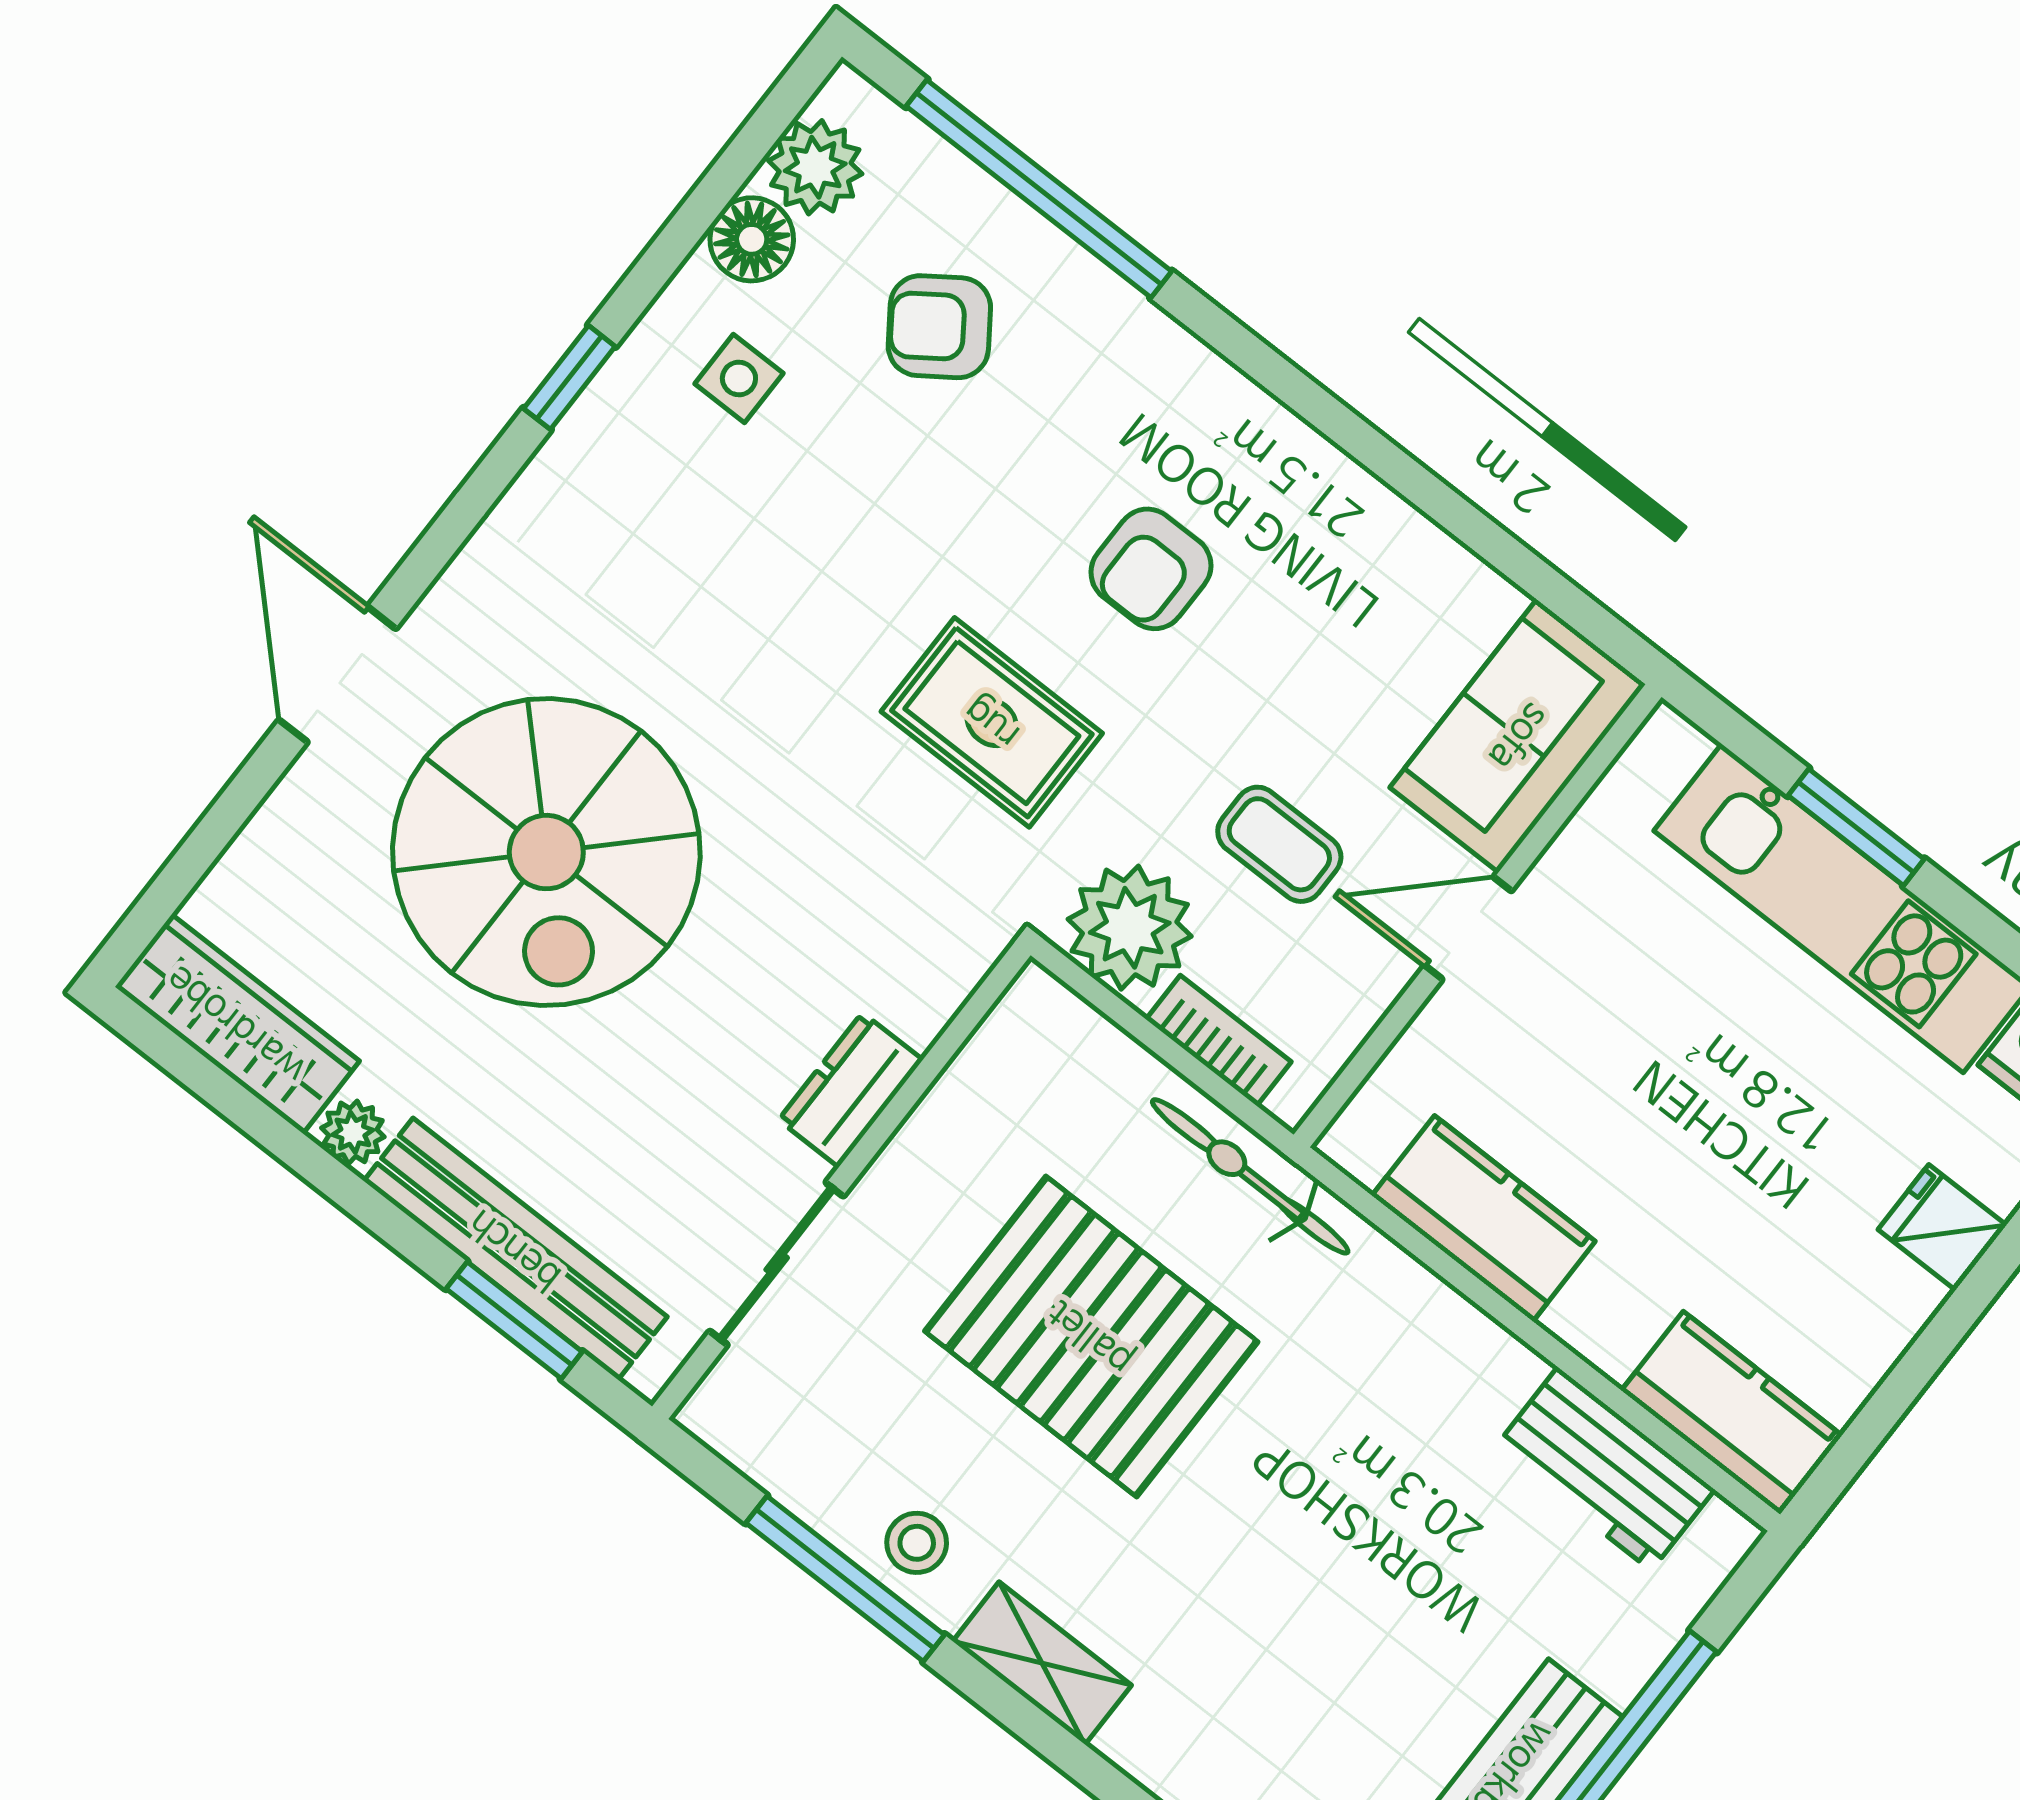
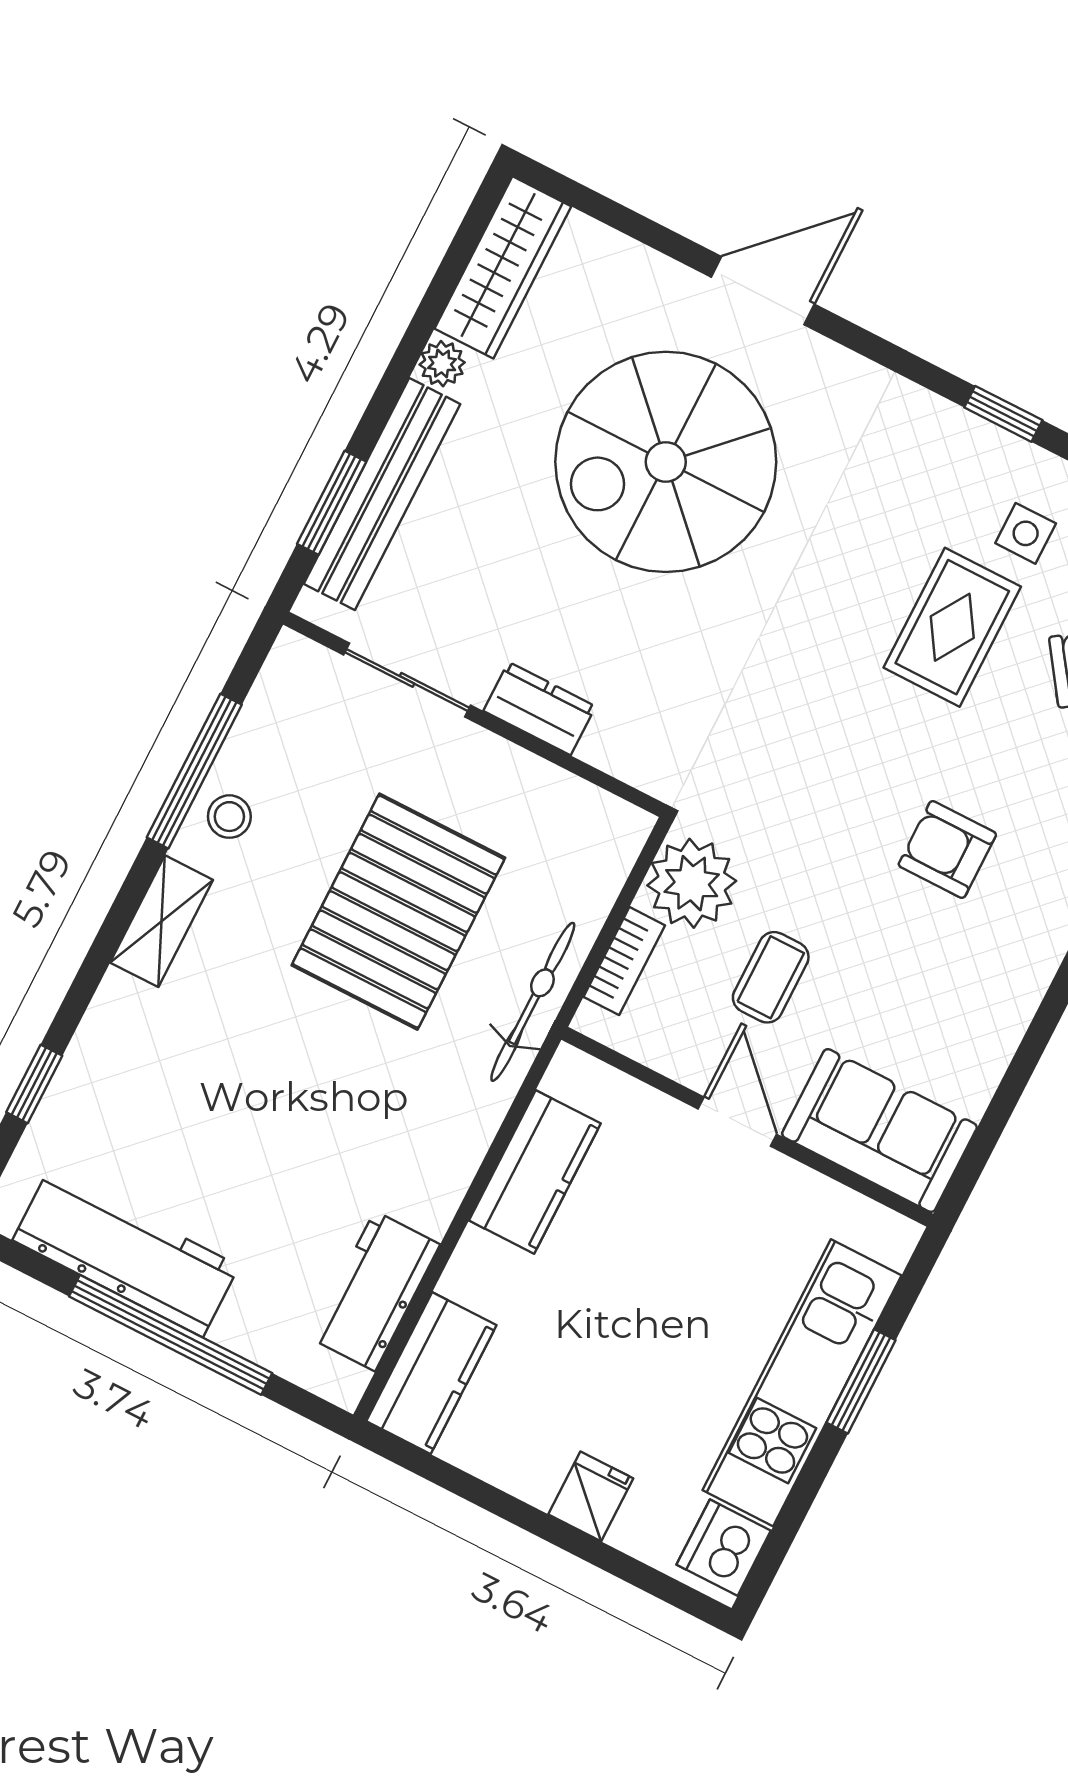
rug: (992, 722) -> (952, 627), moved

